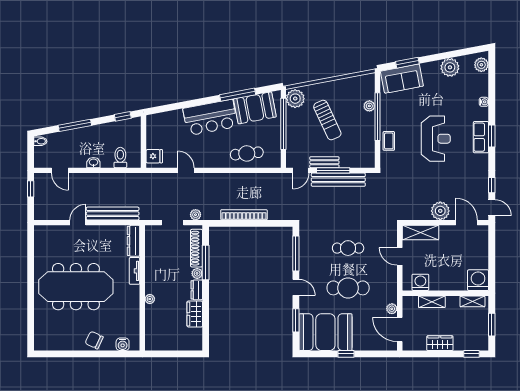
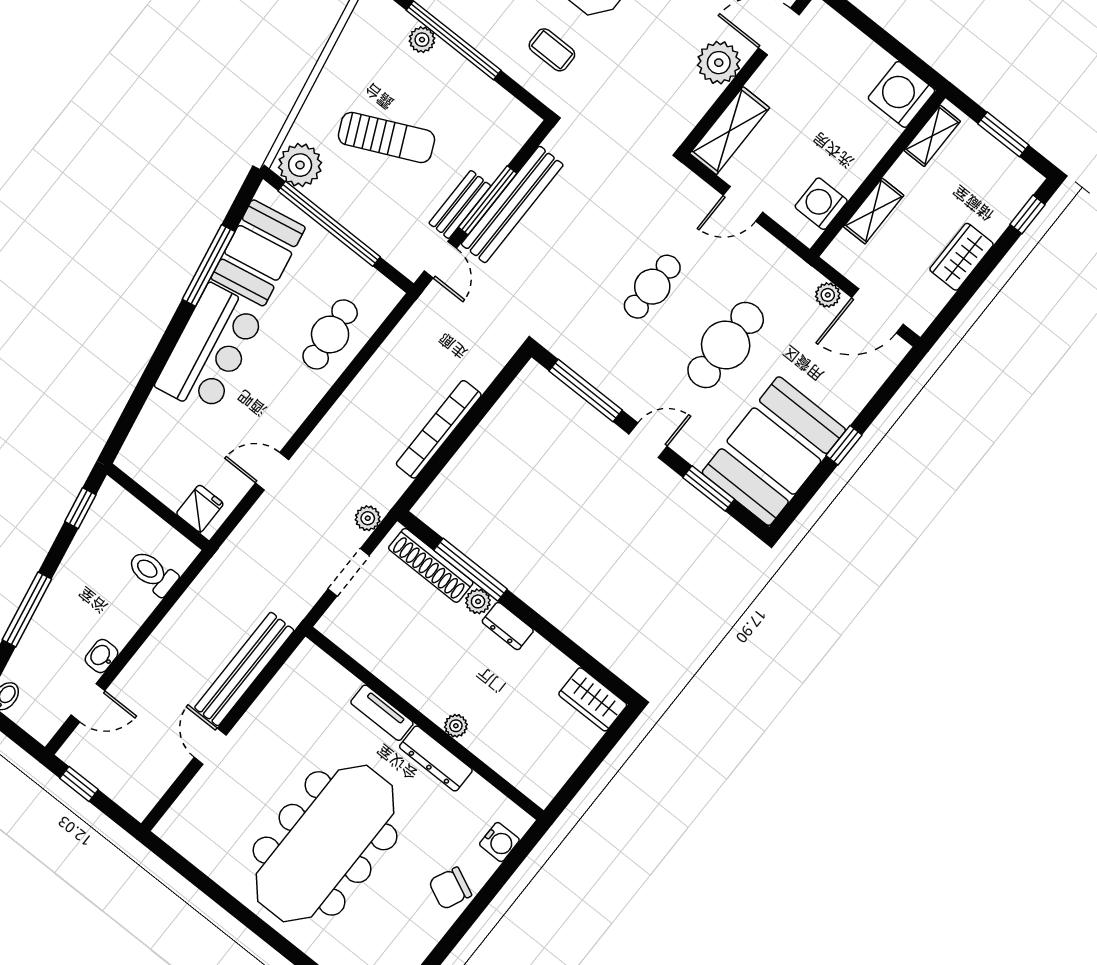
coffee table: (389, 141) -> (552, 50), moved
washbasin: (93, 163) -> (102, 656), moved
dresser: (134, 241) -> (436, 758), moved
wardrobe: (195, 314) -> (593, 699), moved

